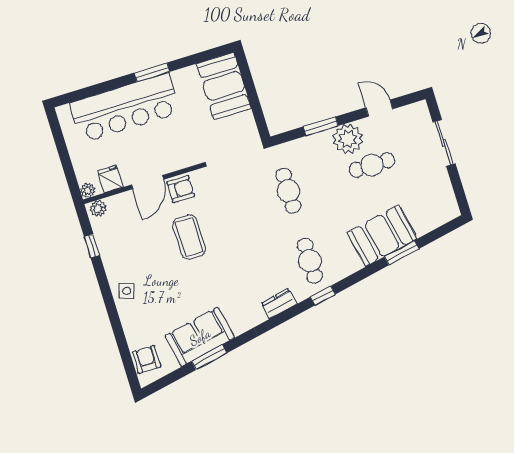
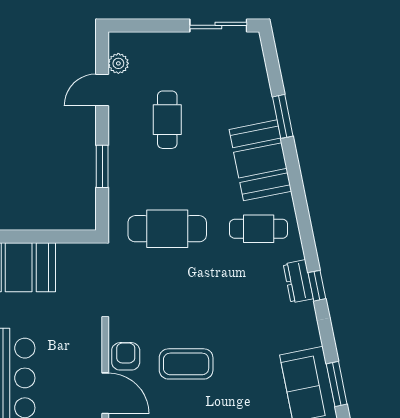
plant: (348, 139) -> (118, 63), moved, width x0.53, depth x0.53
sliding door: (444, 143) -> (218, 25), moved
cafe table: (288, 191) -> (167, 229), width x1.37, depth x1.35
booth: (382, 236) -> (260, 160), moved
window: (323, 296) -> (317, 286), moved

